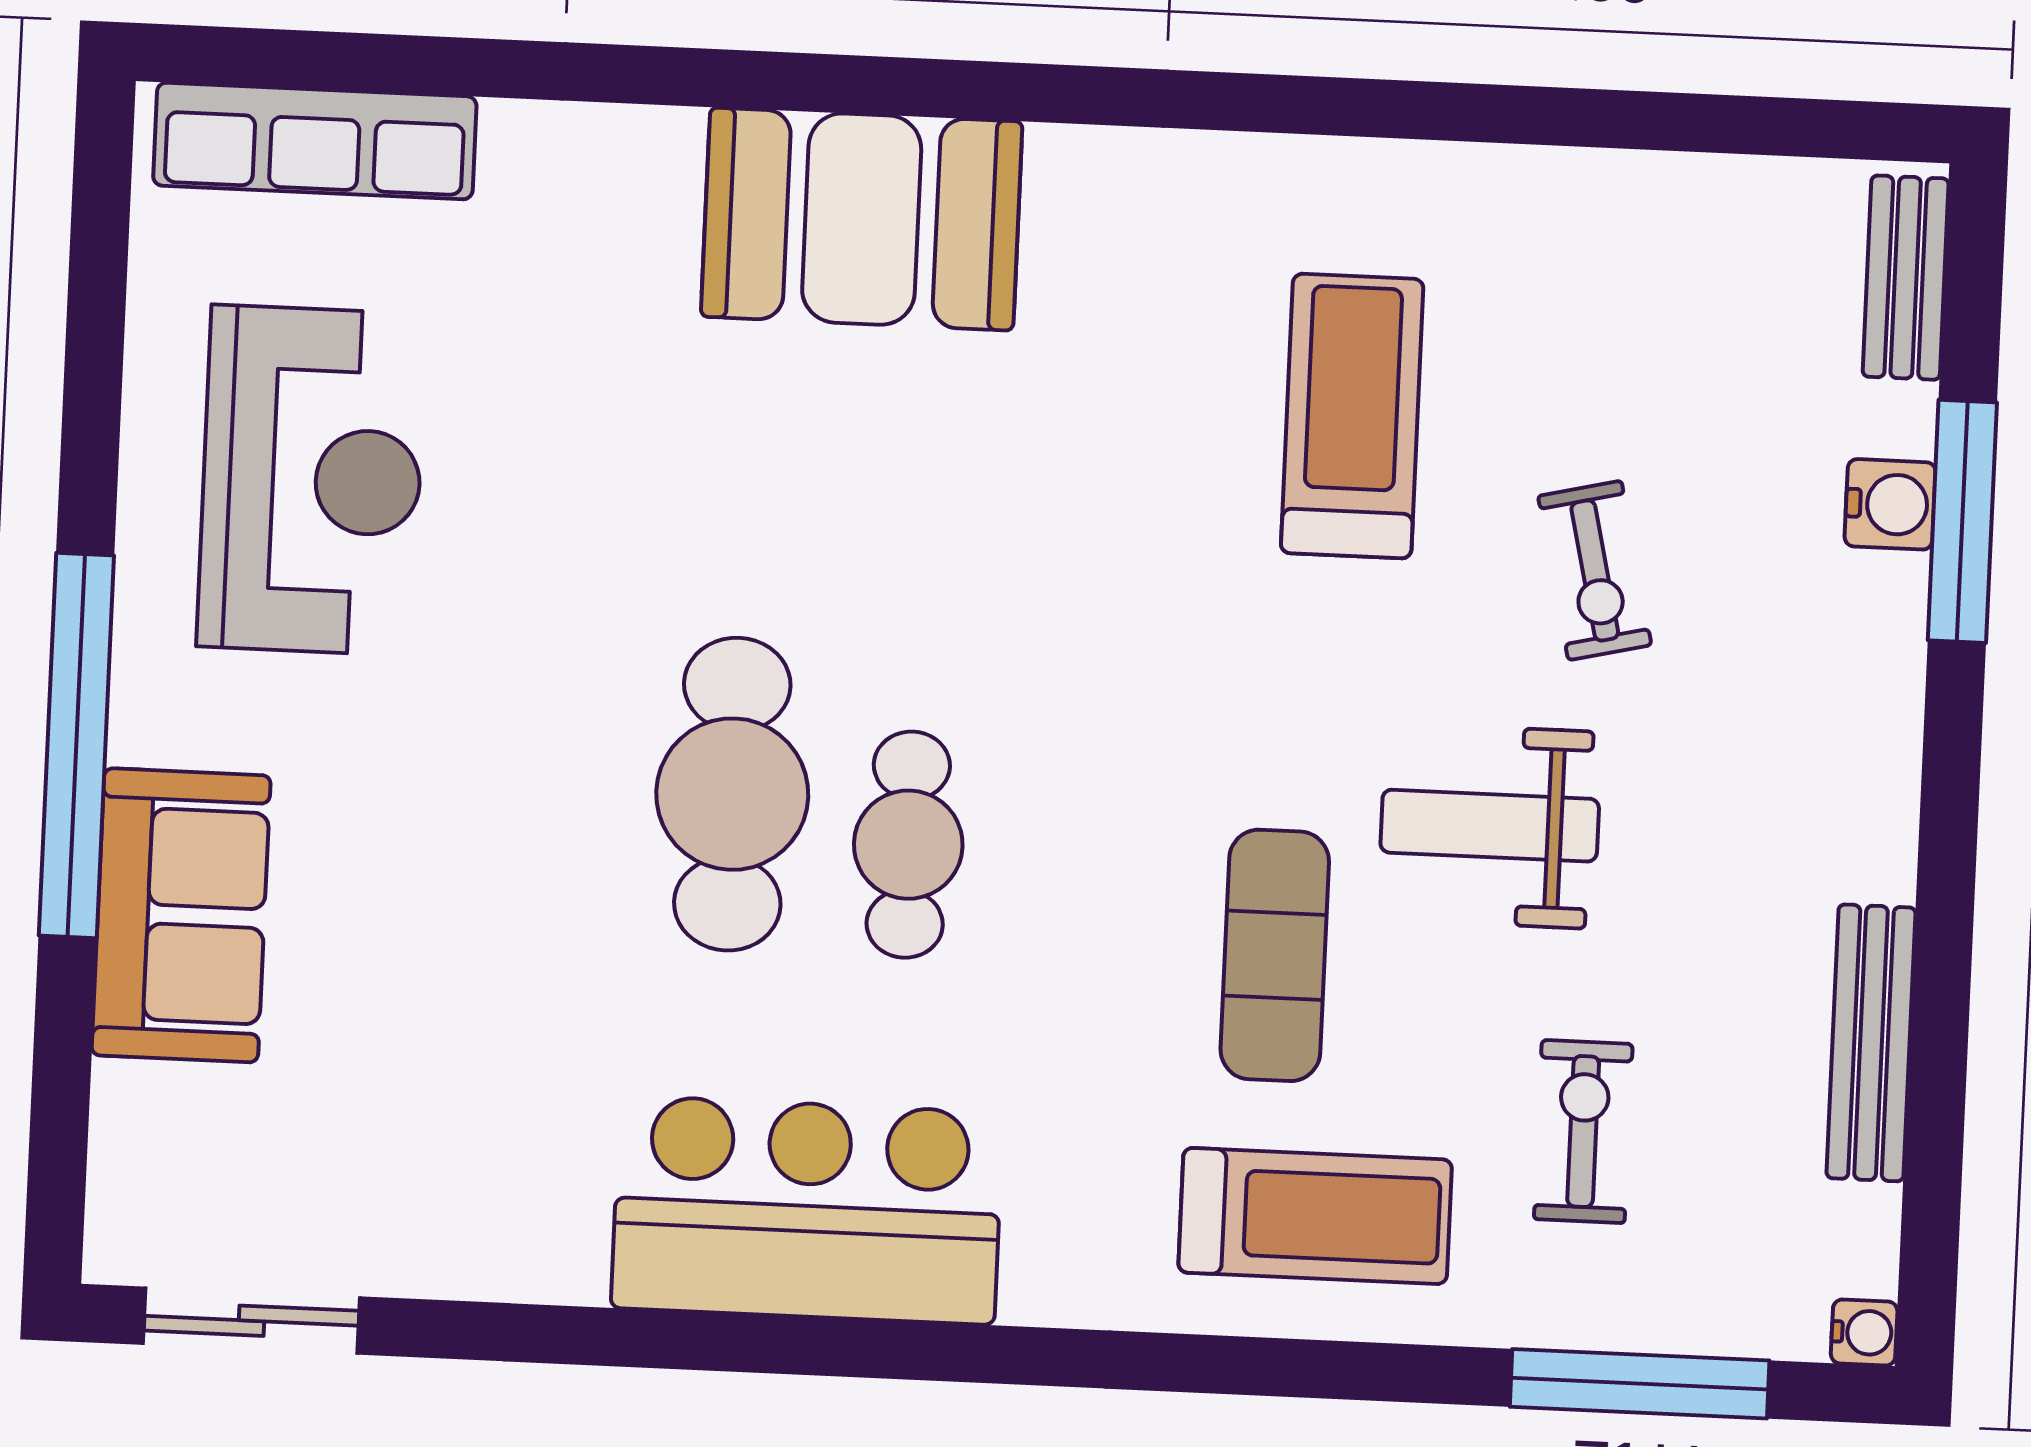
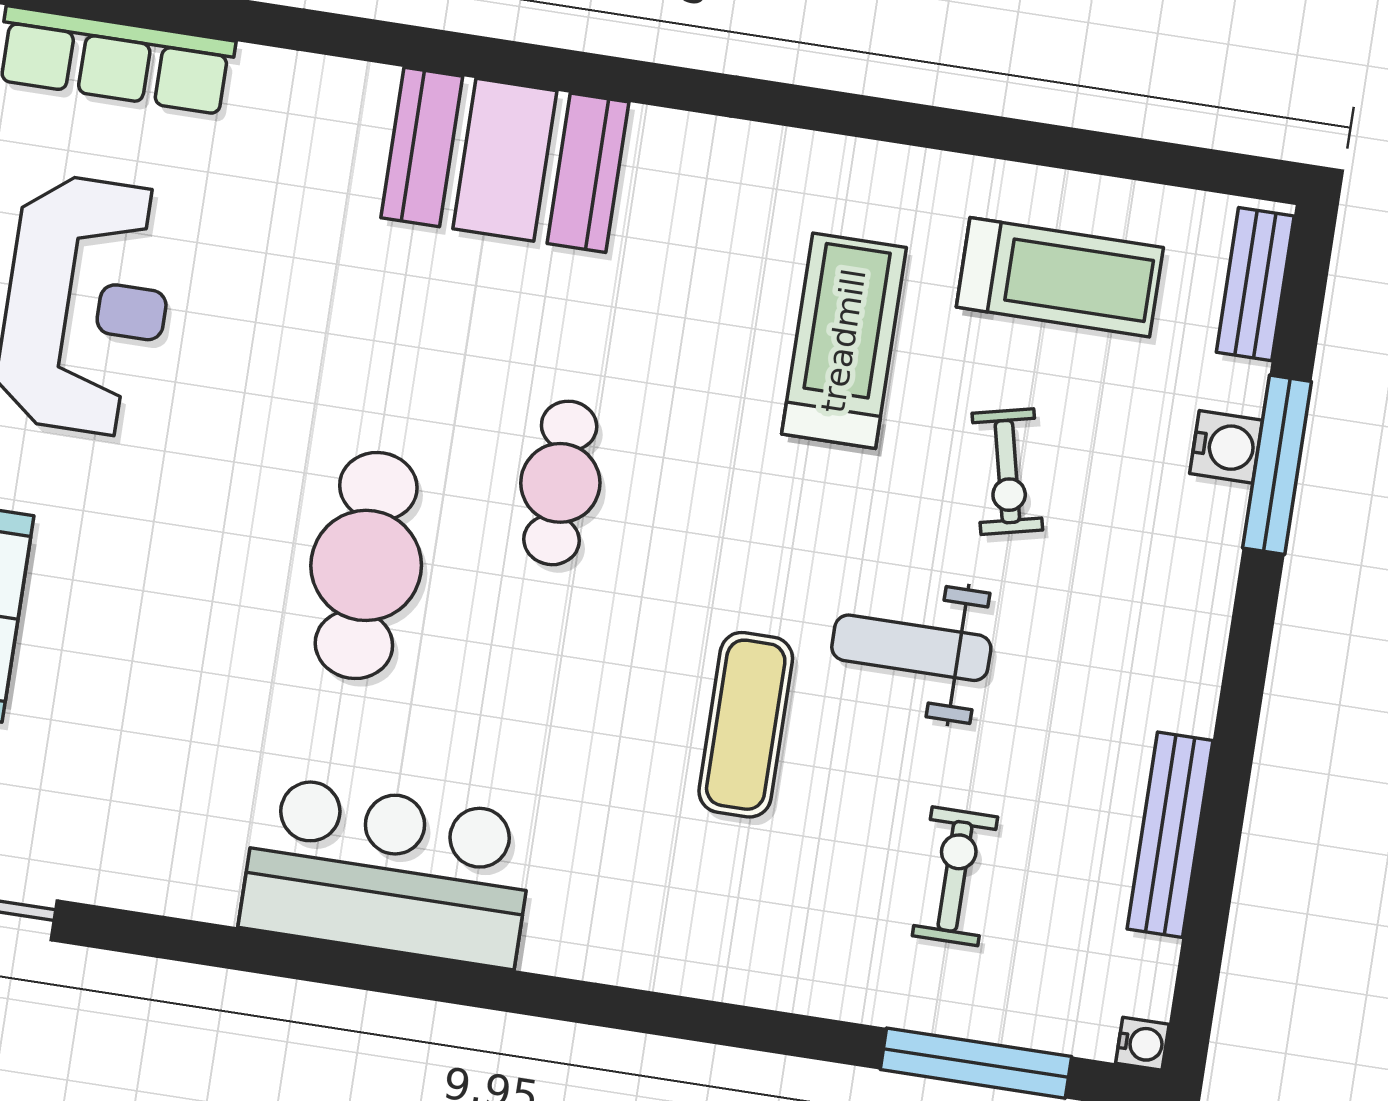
cafe table: (908, 845) -> (560, 483), moved
treadmill: (1315, 1216) -> (1060, 277), moved

